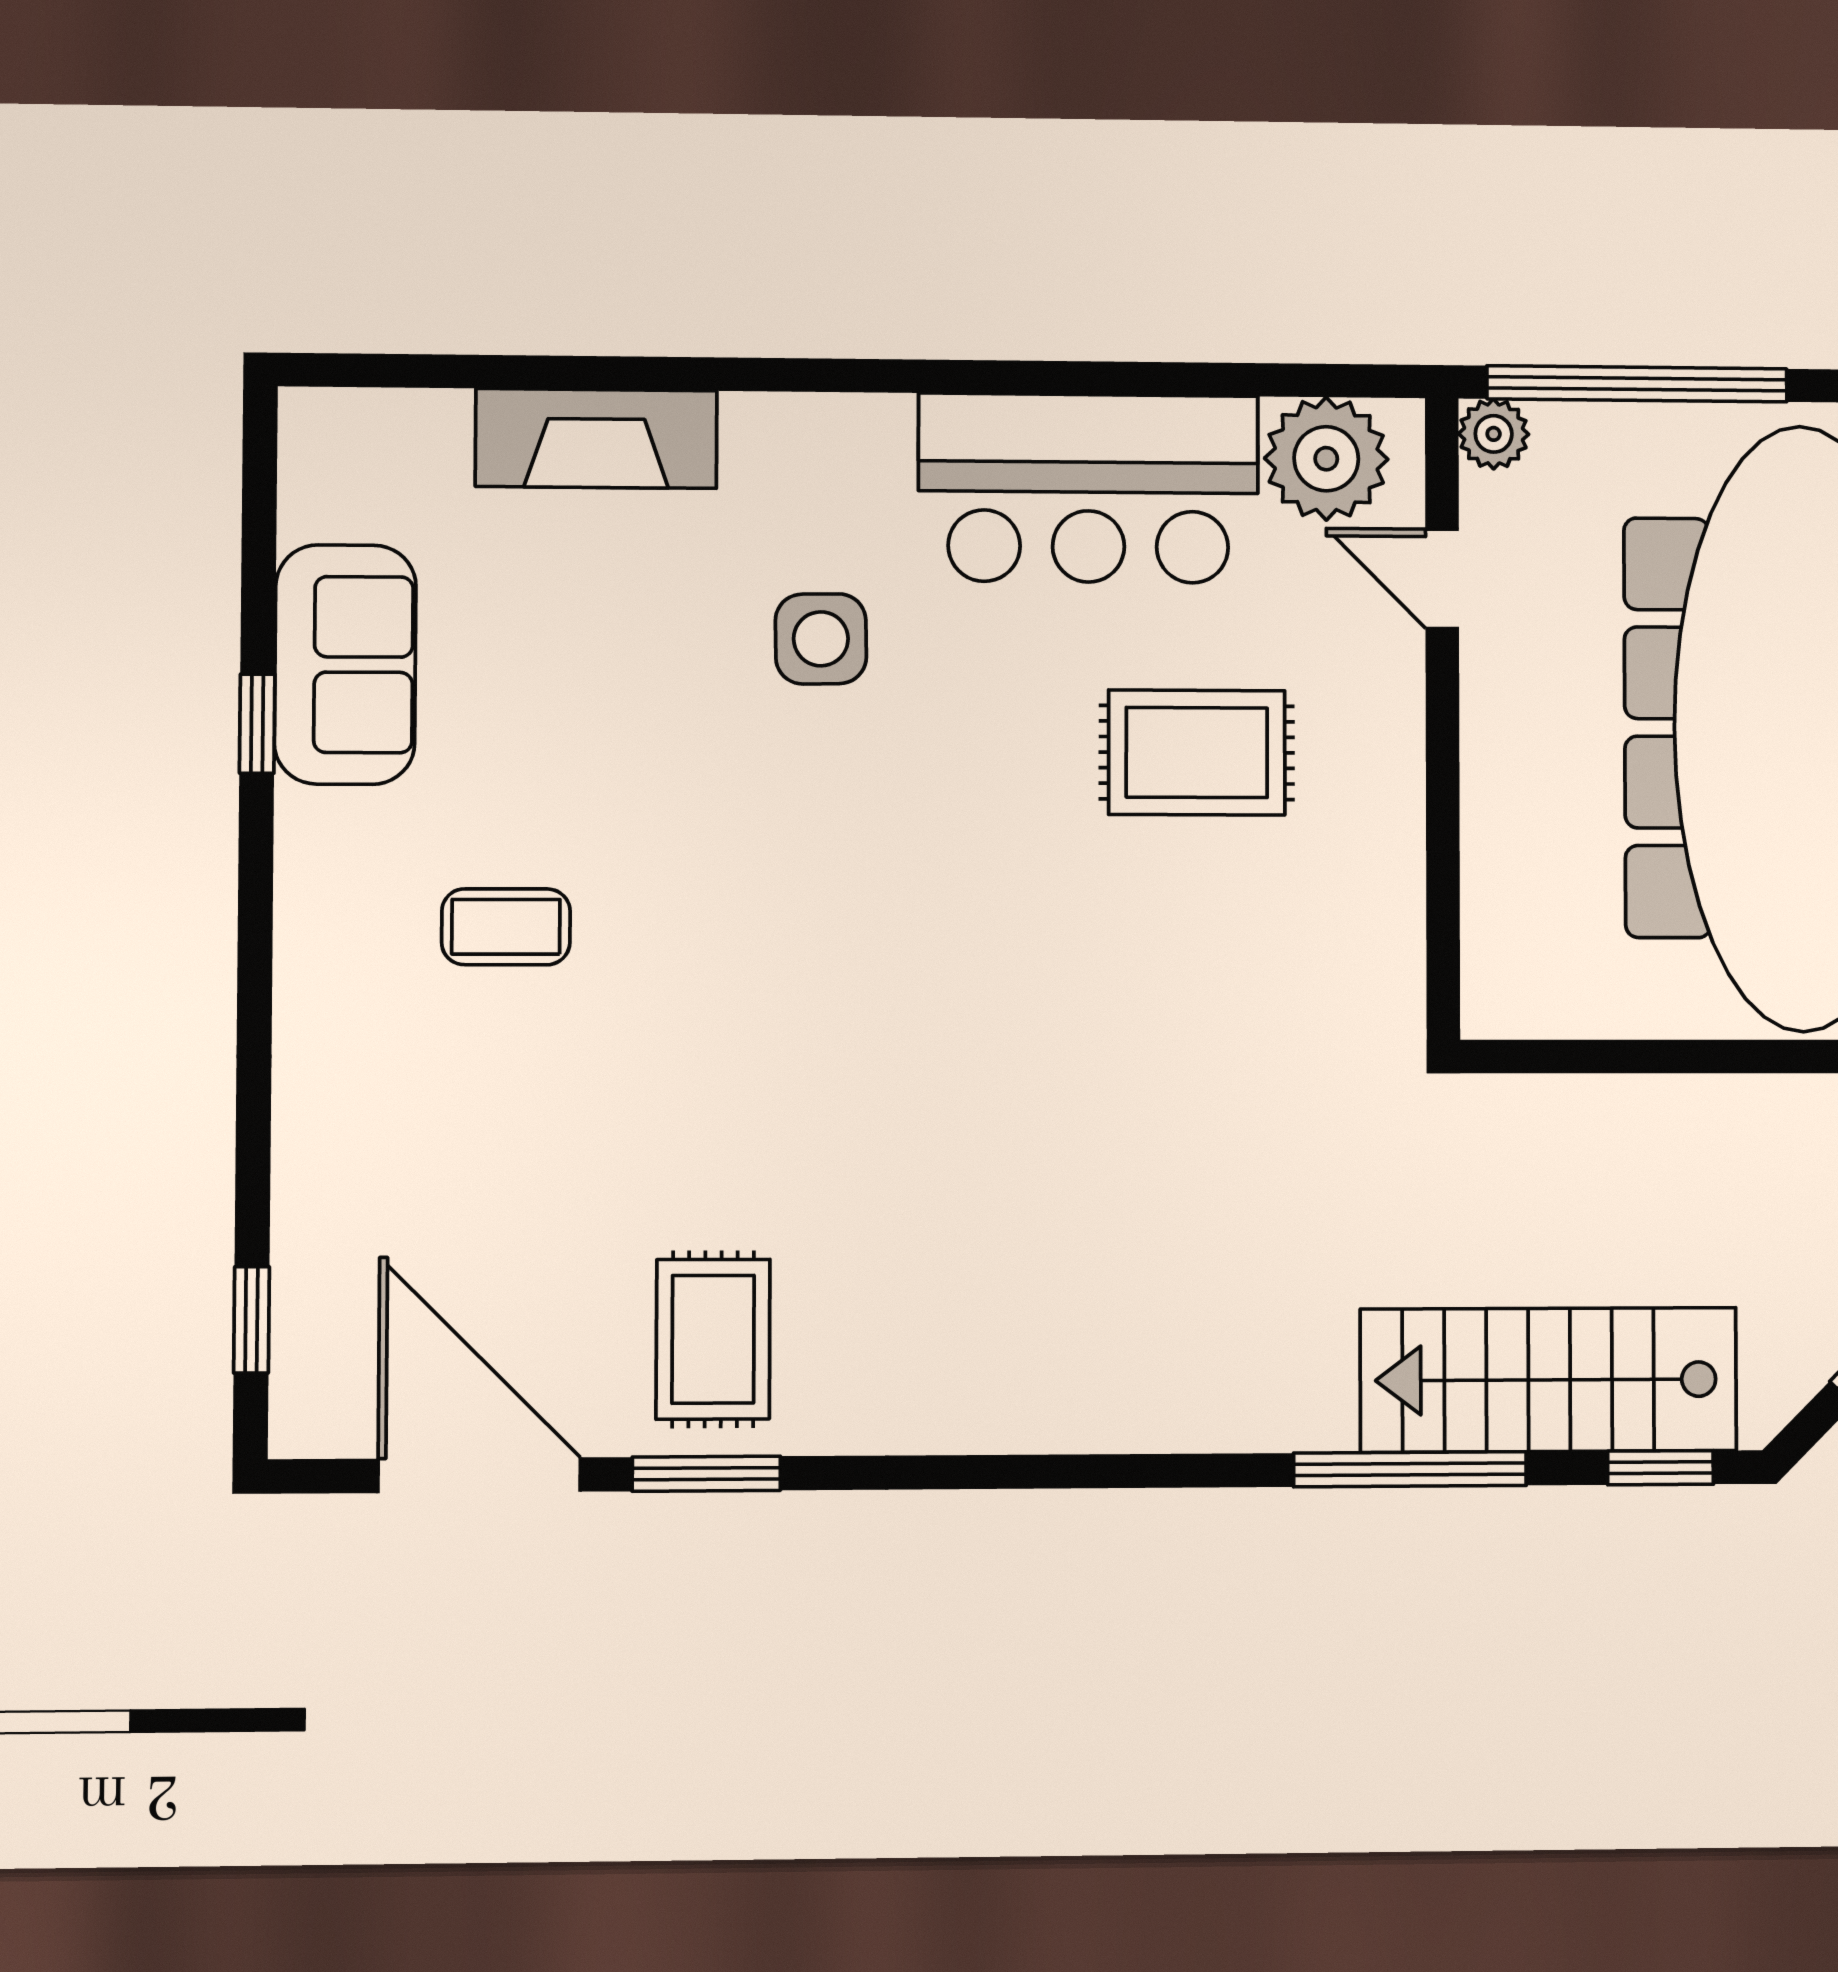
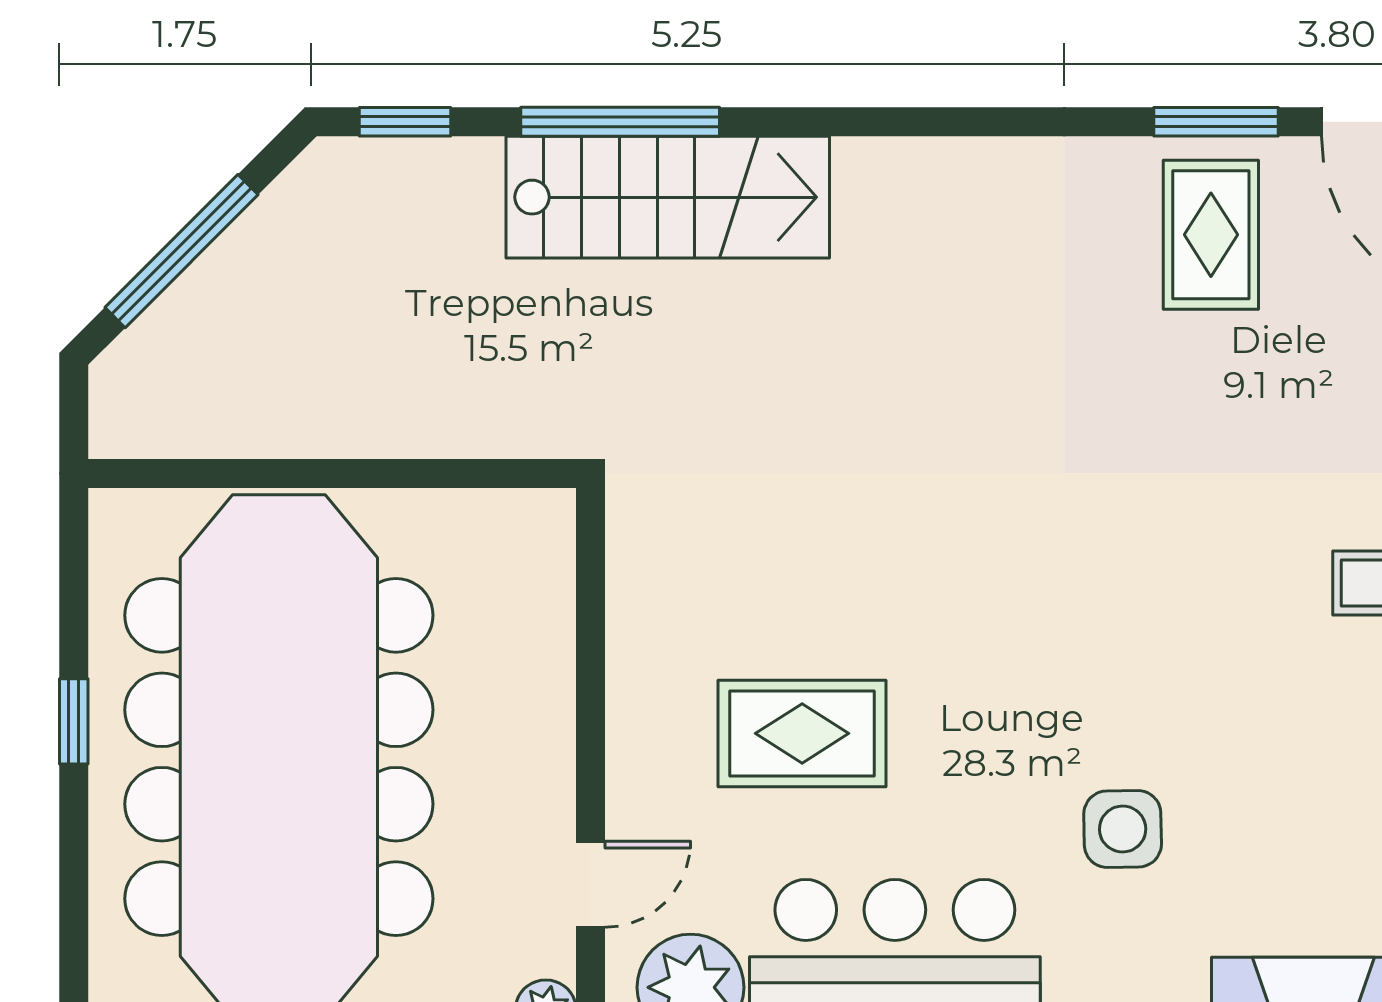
door: (1442, 579) -> (591, 884), hinge flipped
stairs: (1549, 1380) -> (668, 197), moved

